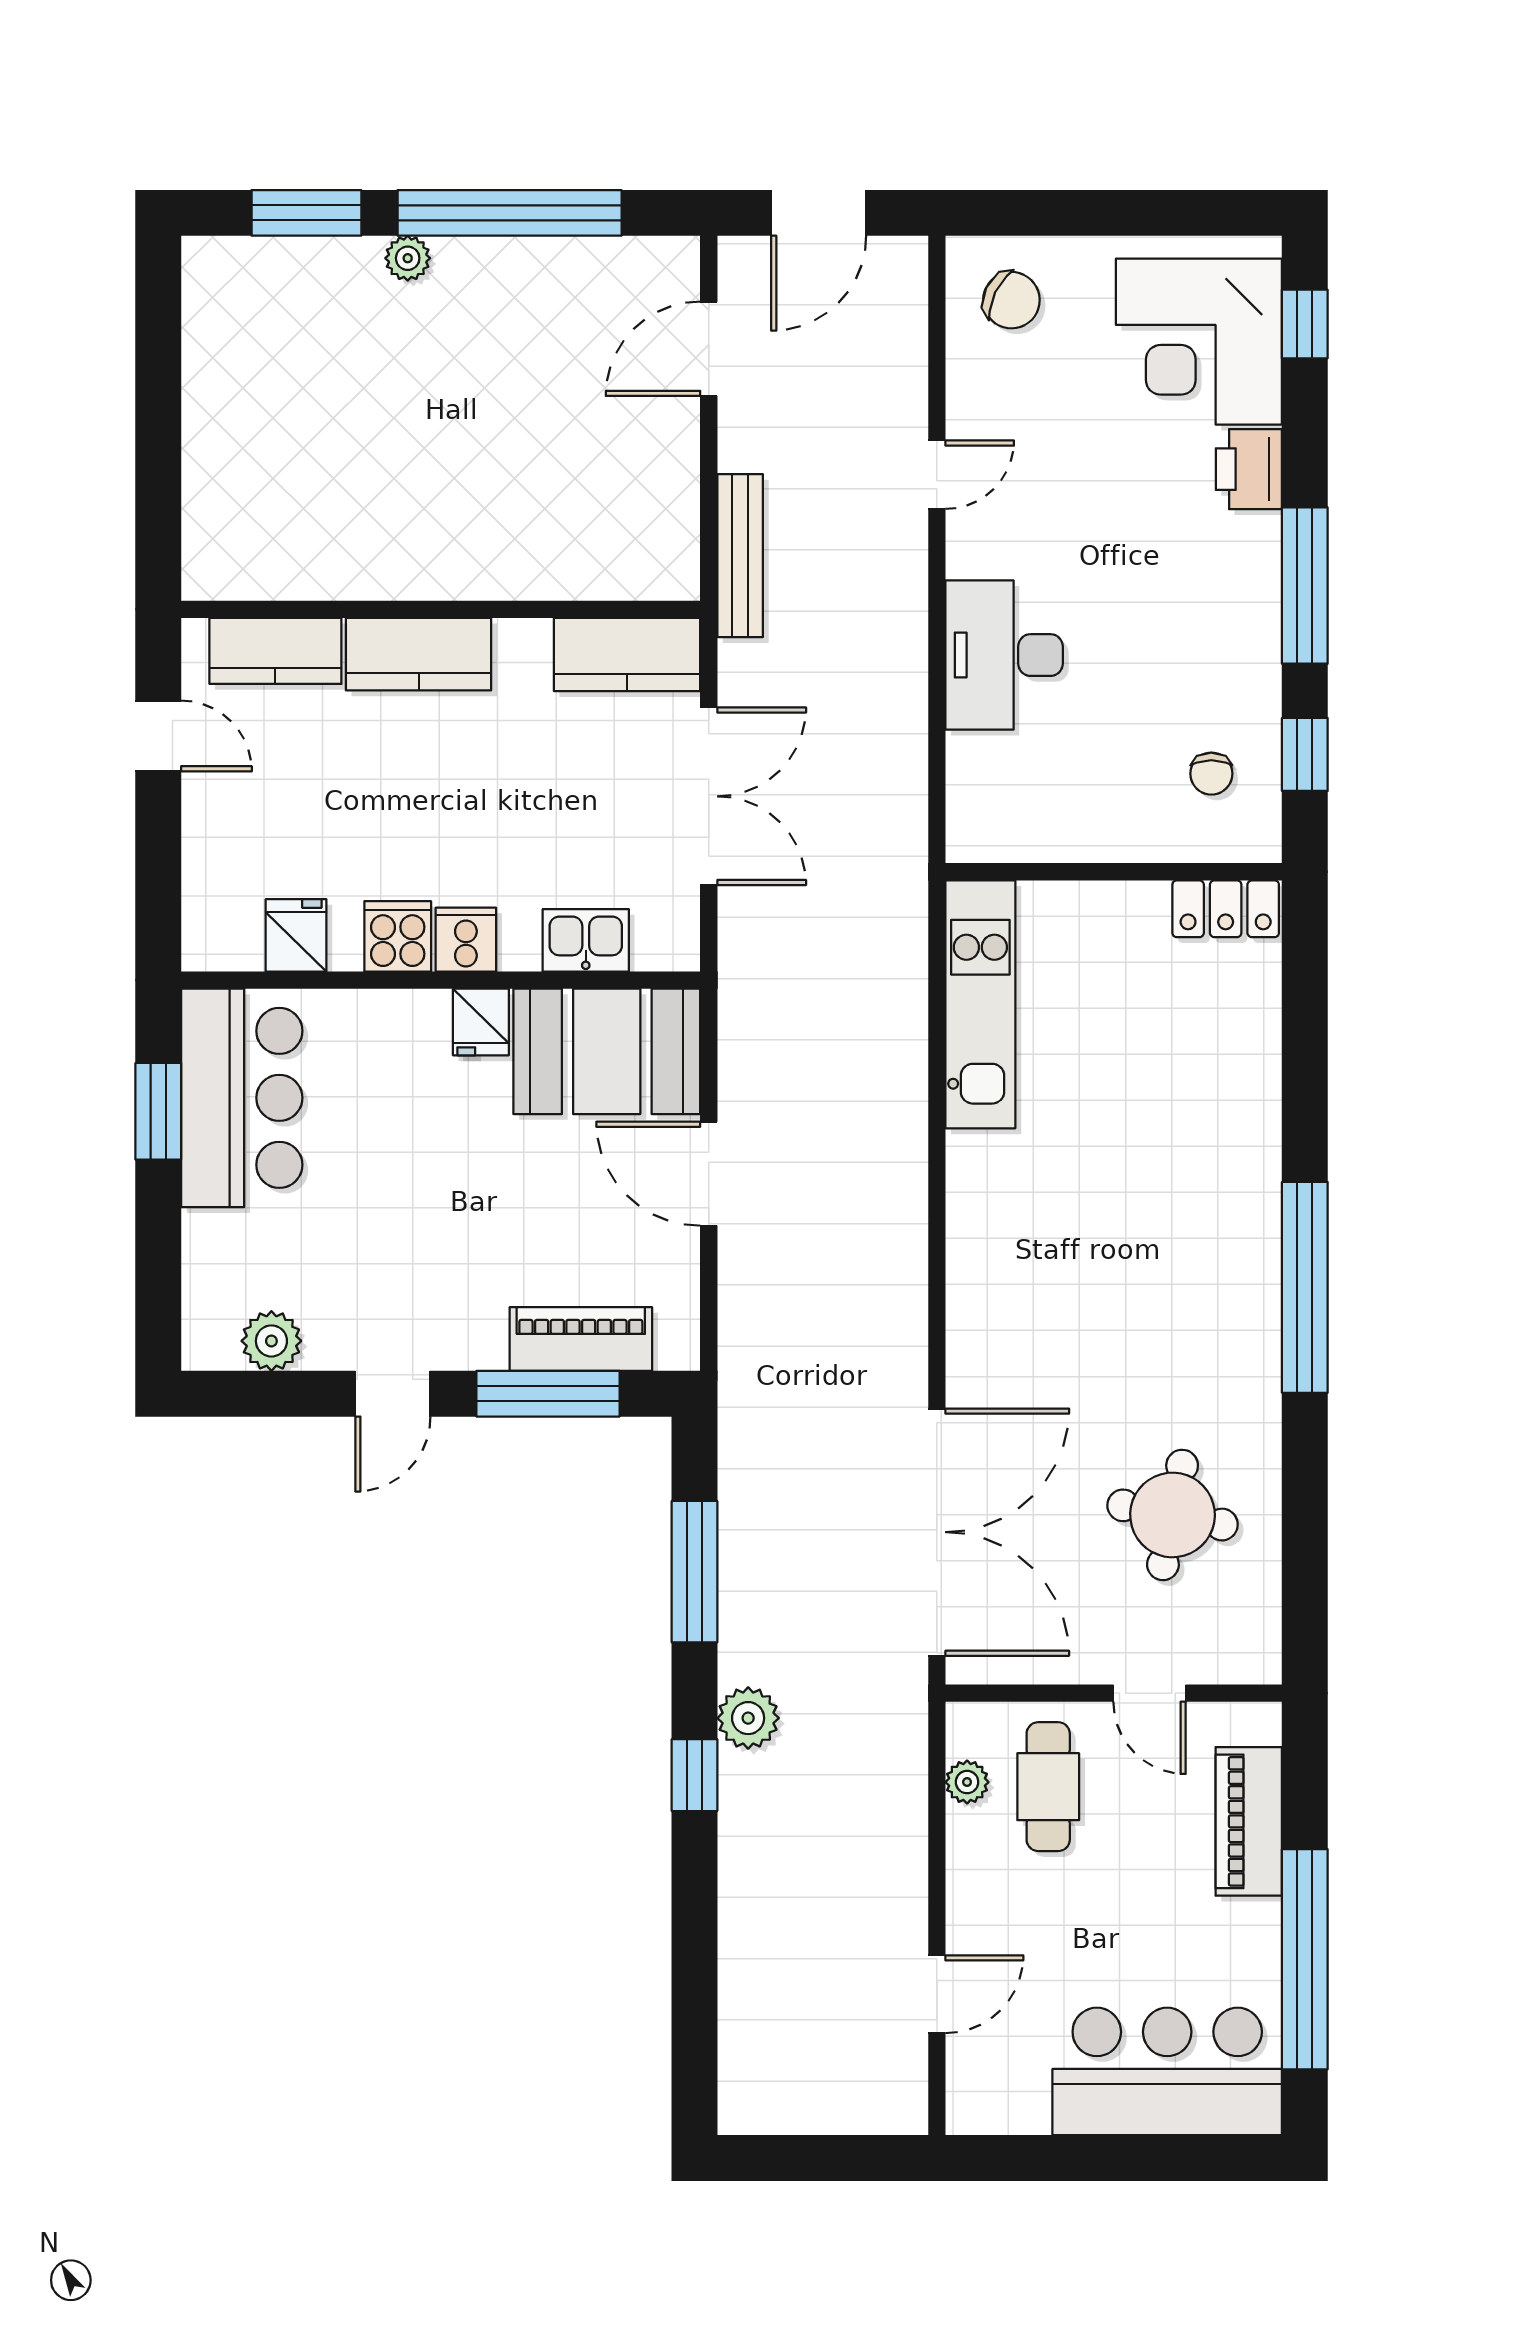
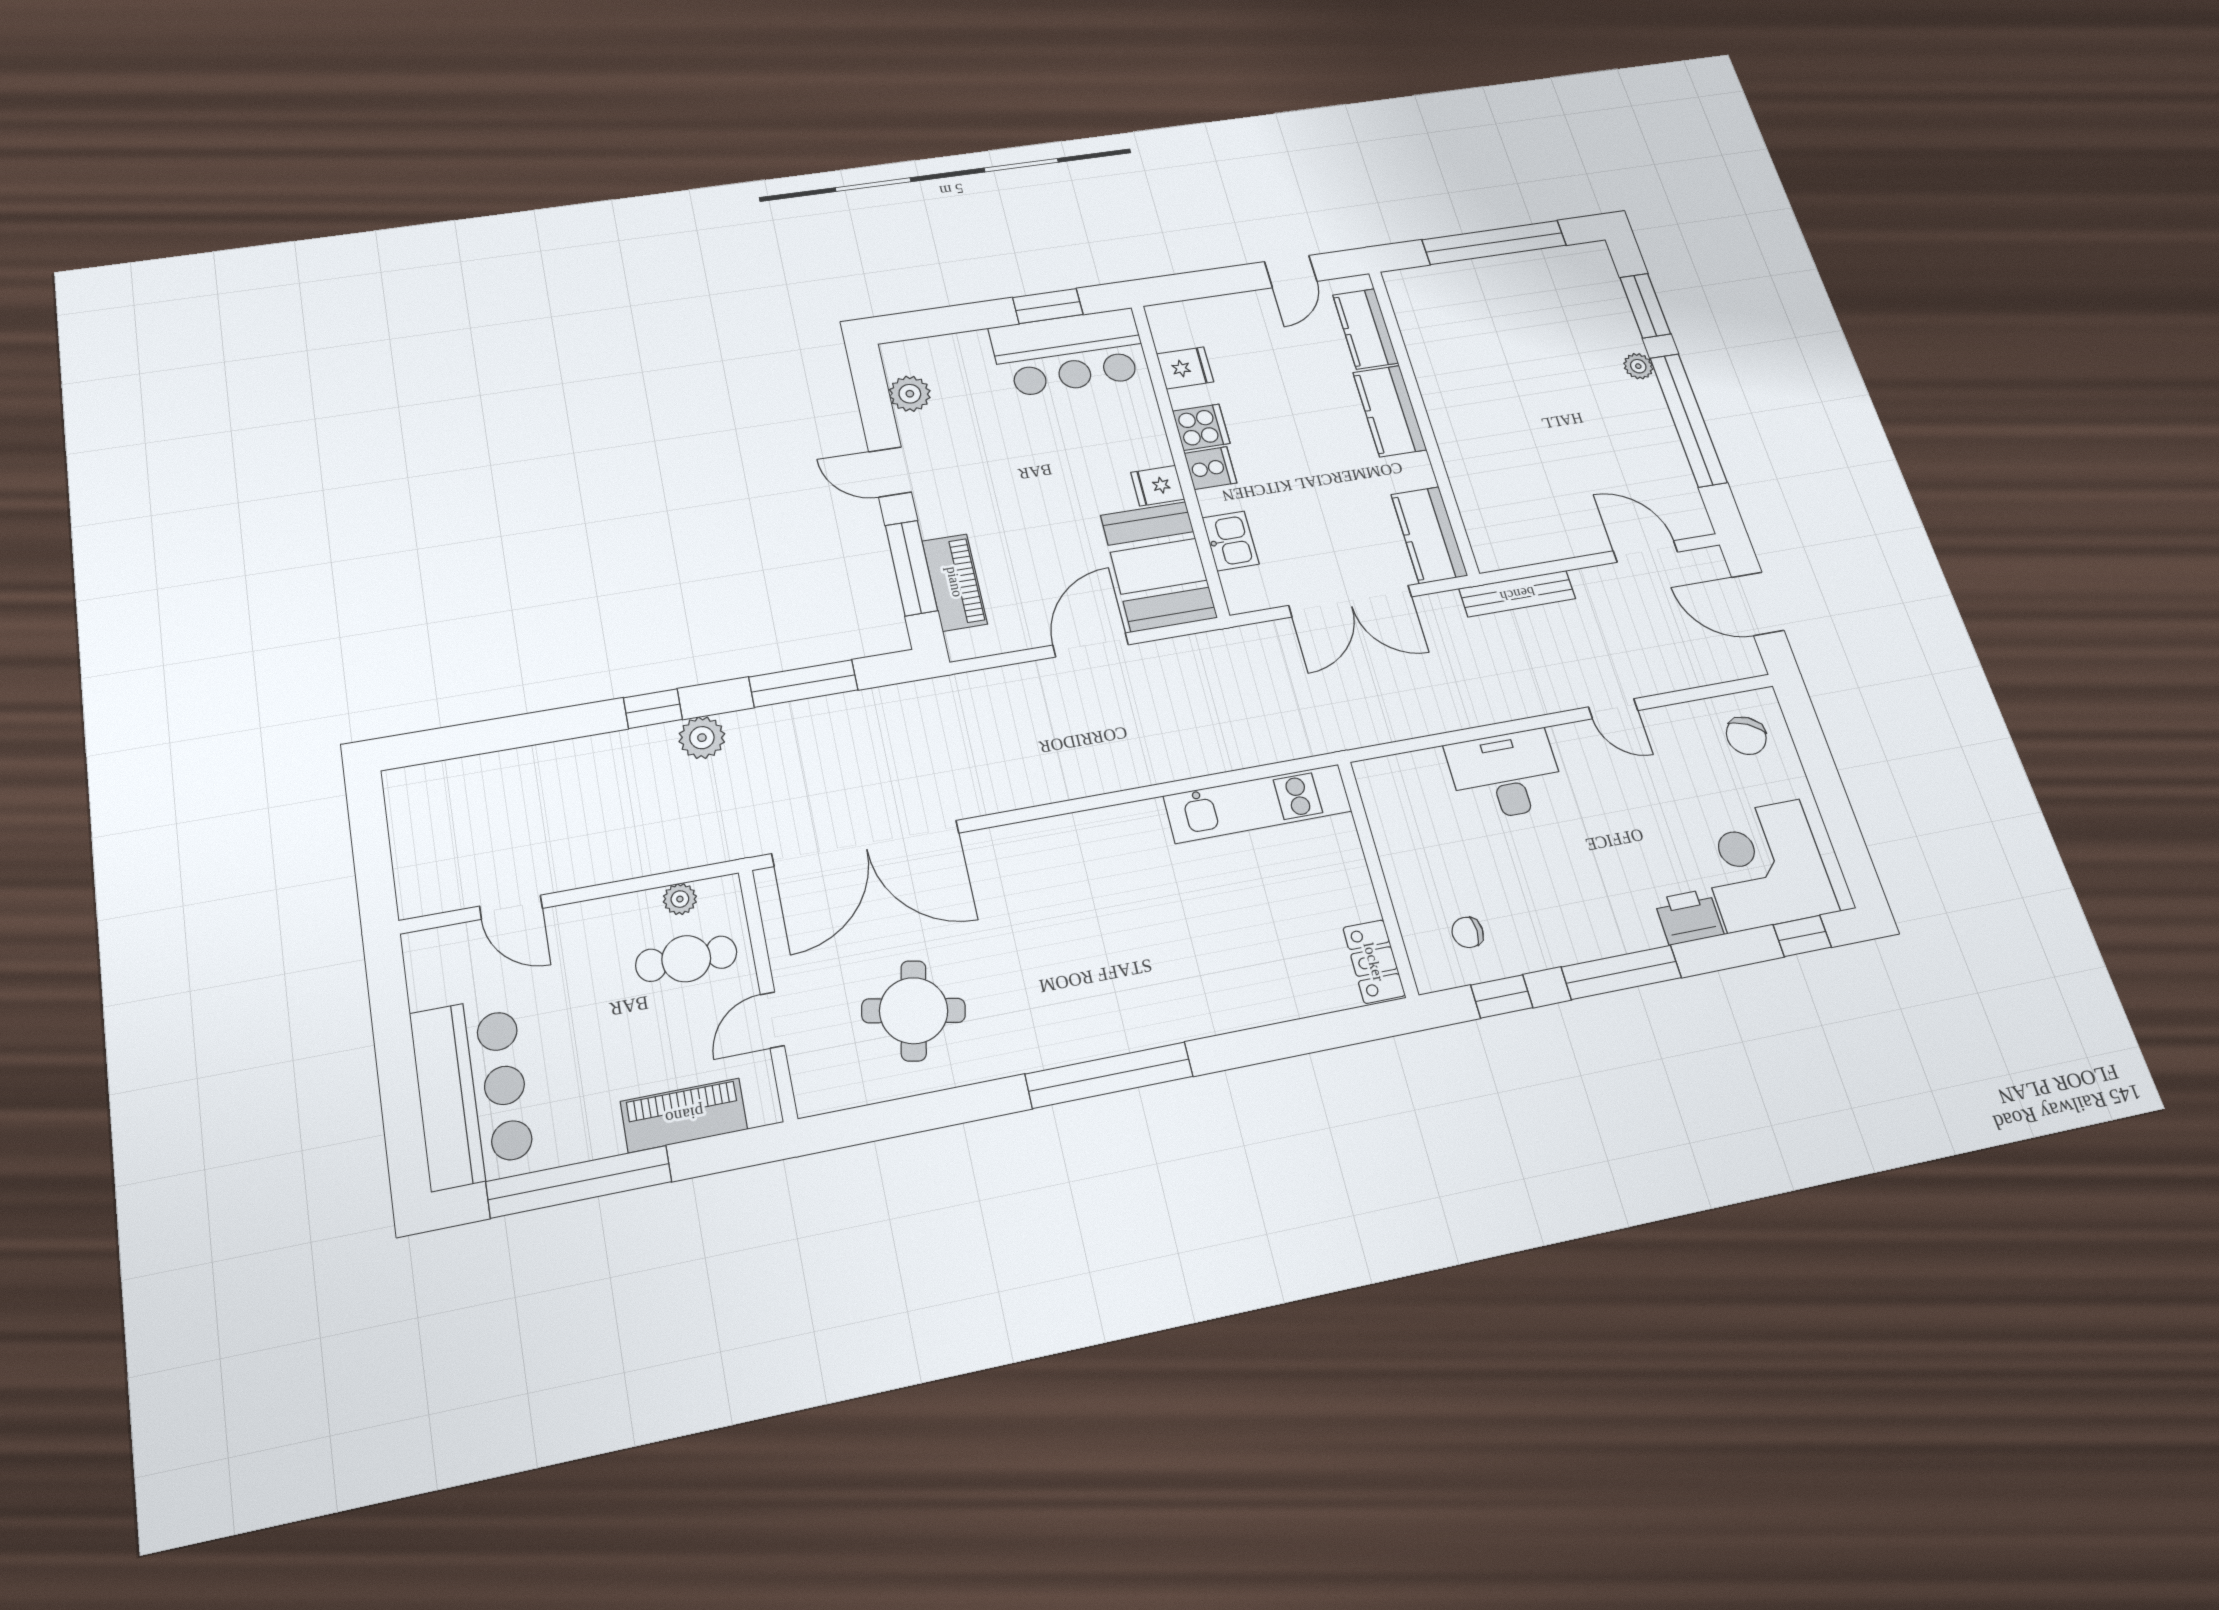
window: (158, 411) -> (1494, 242), added

